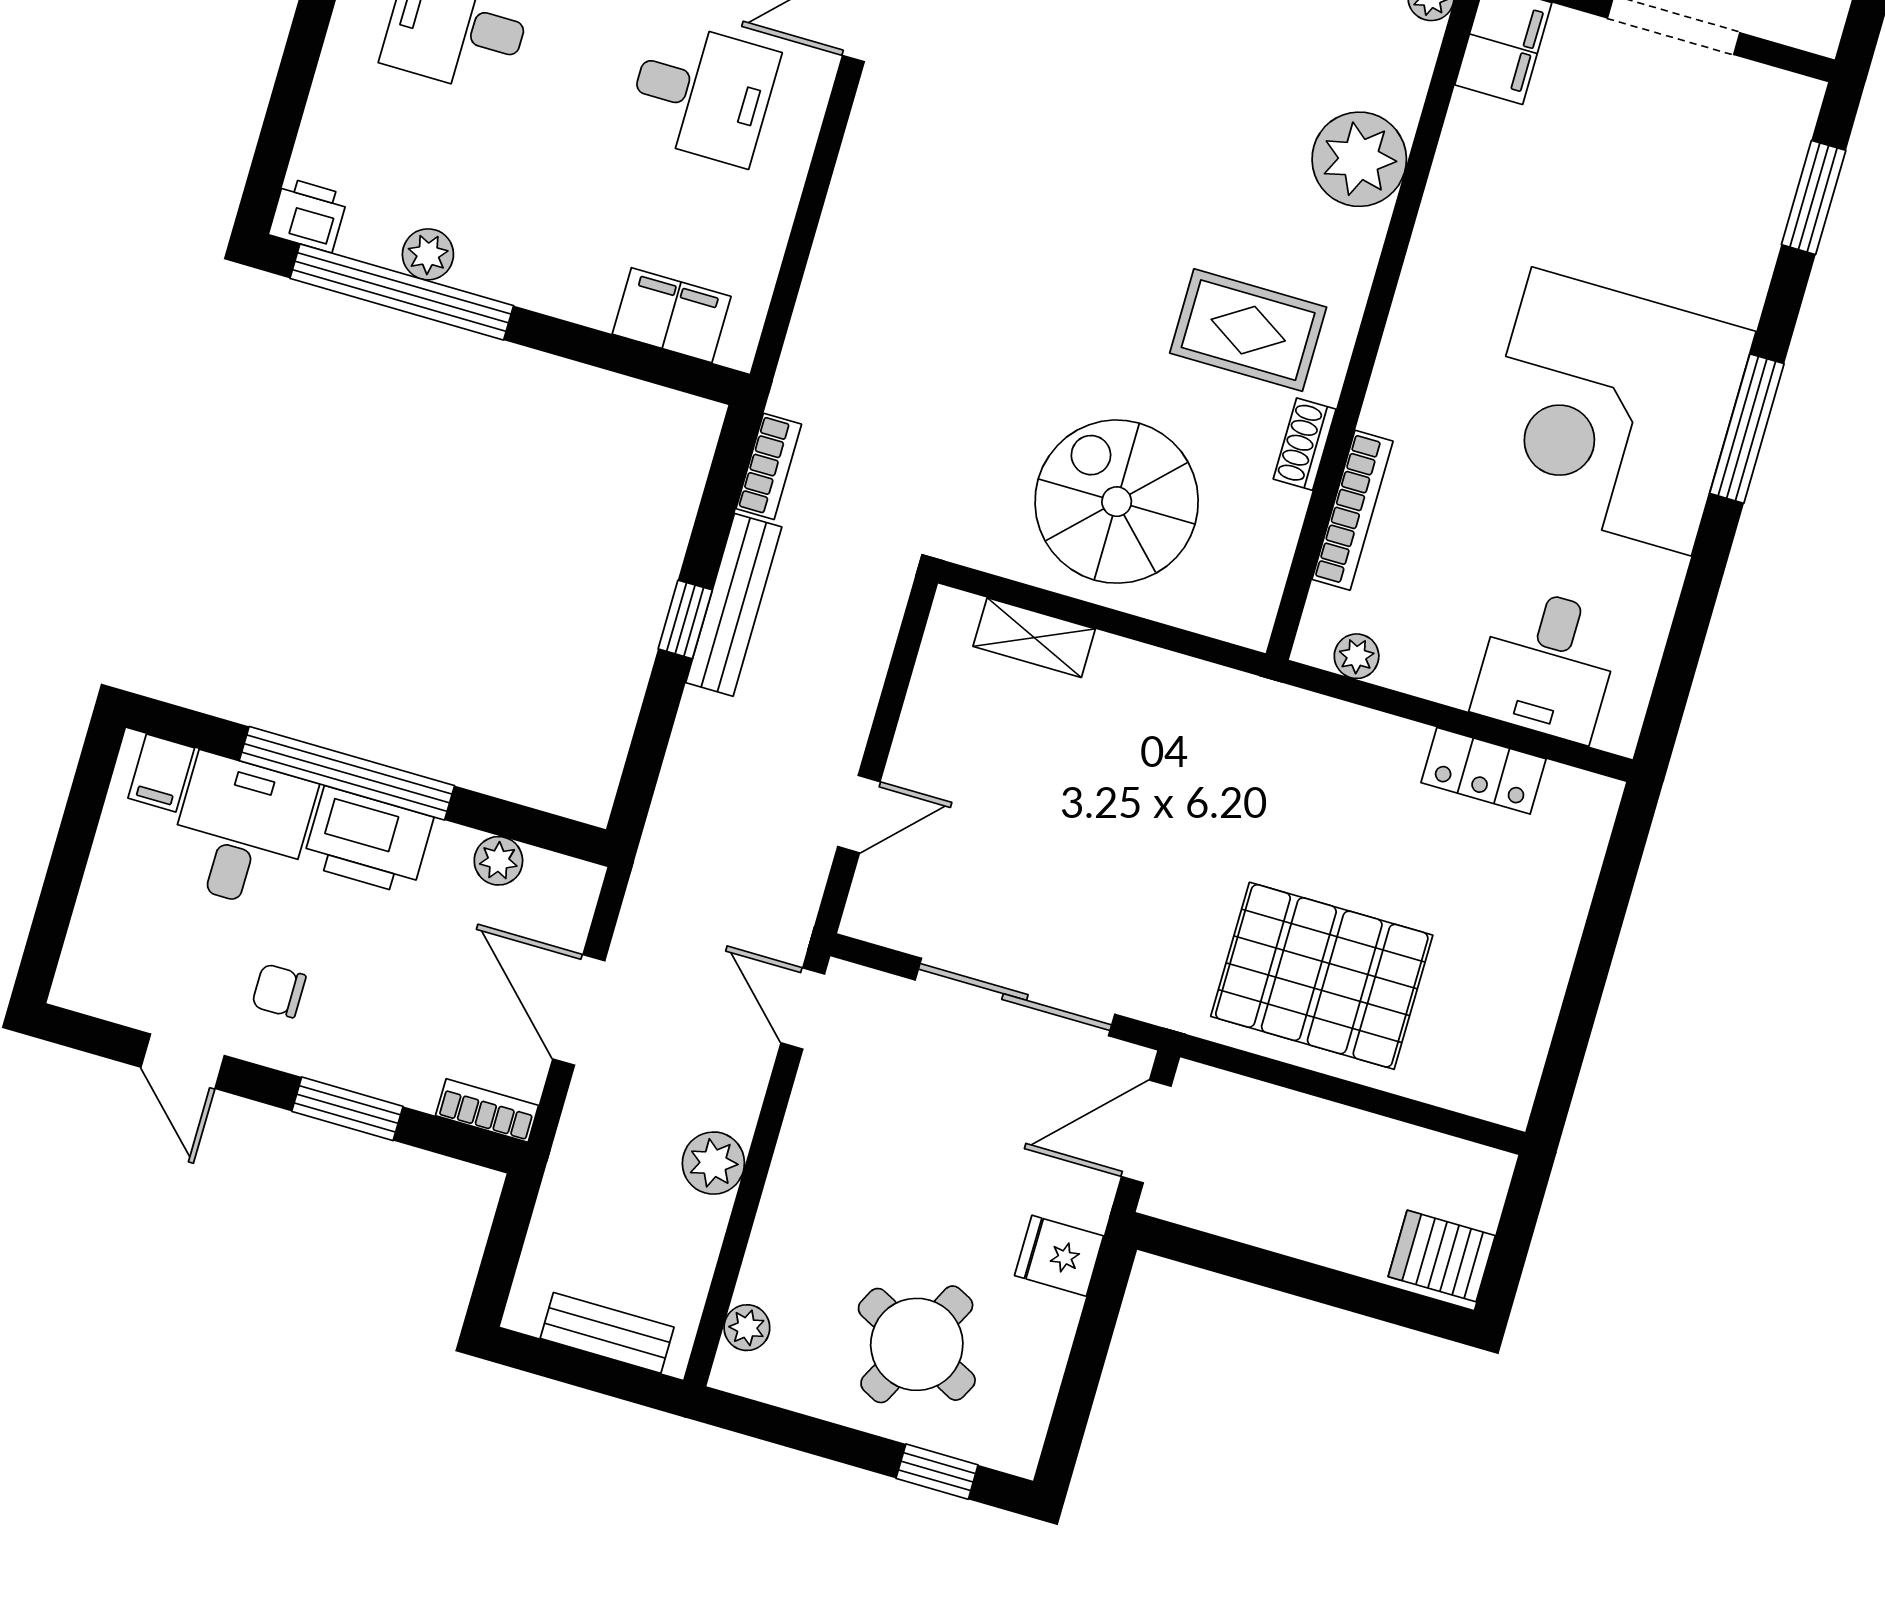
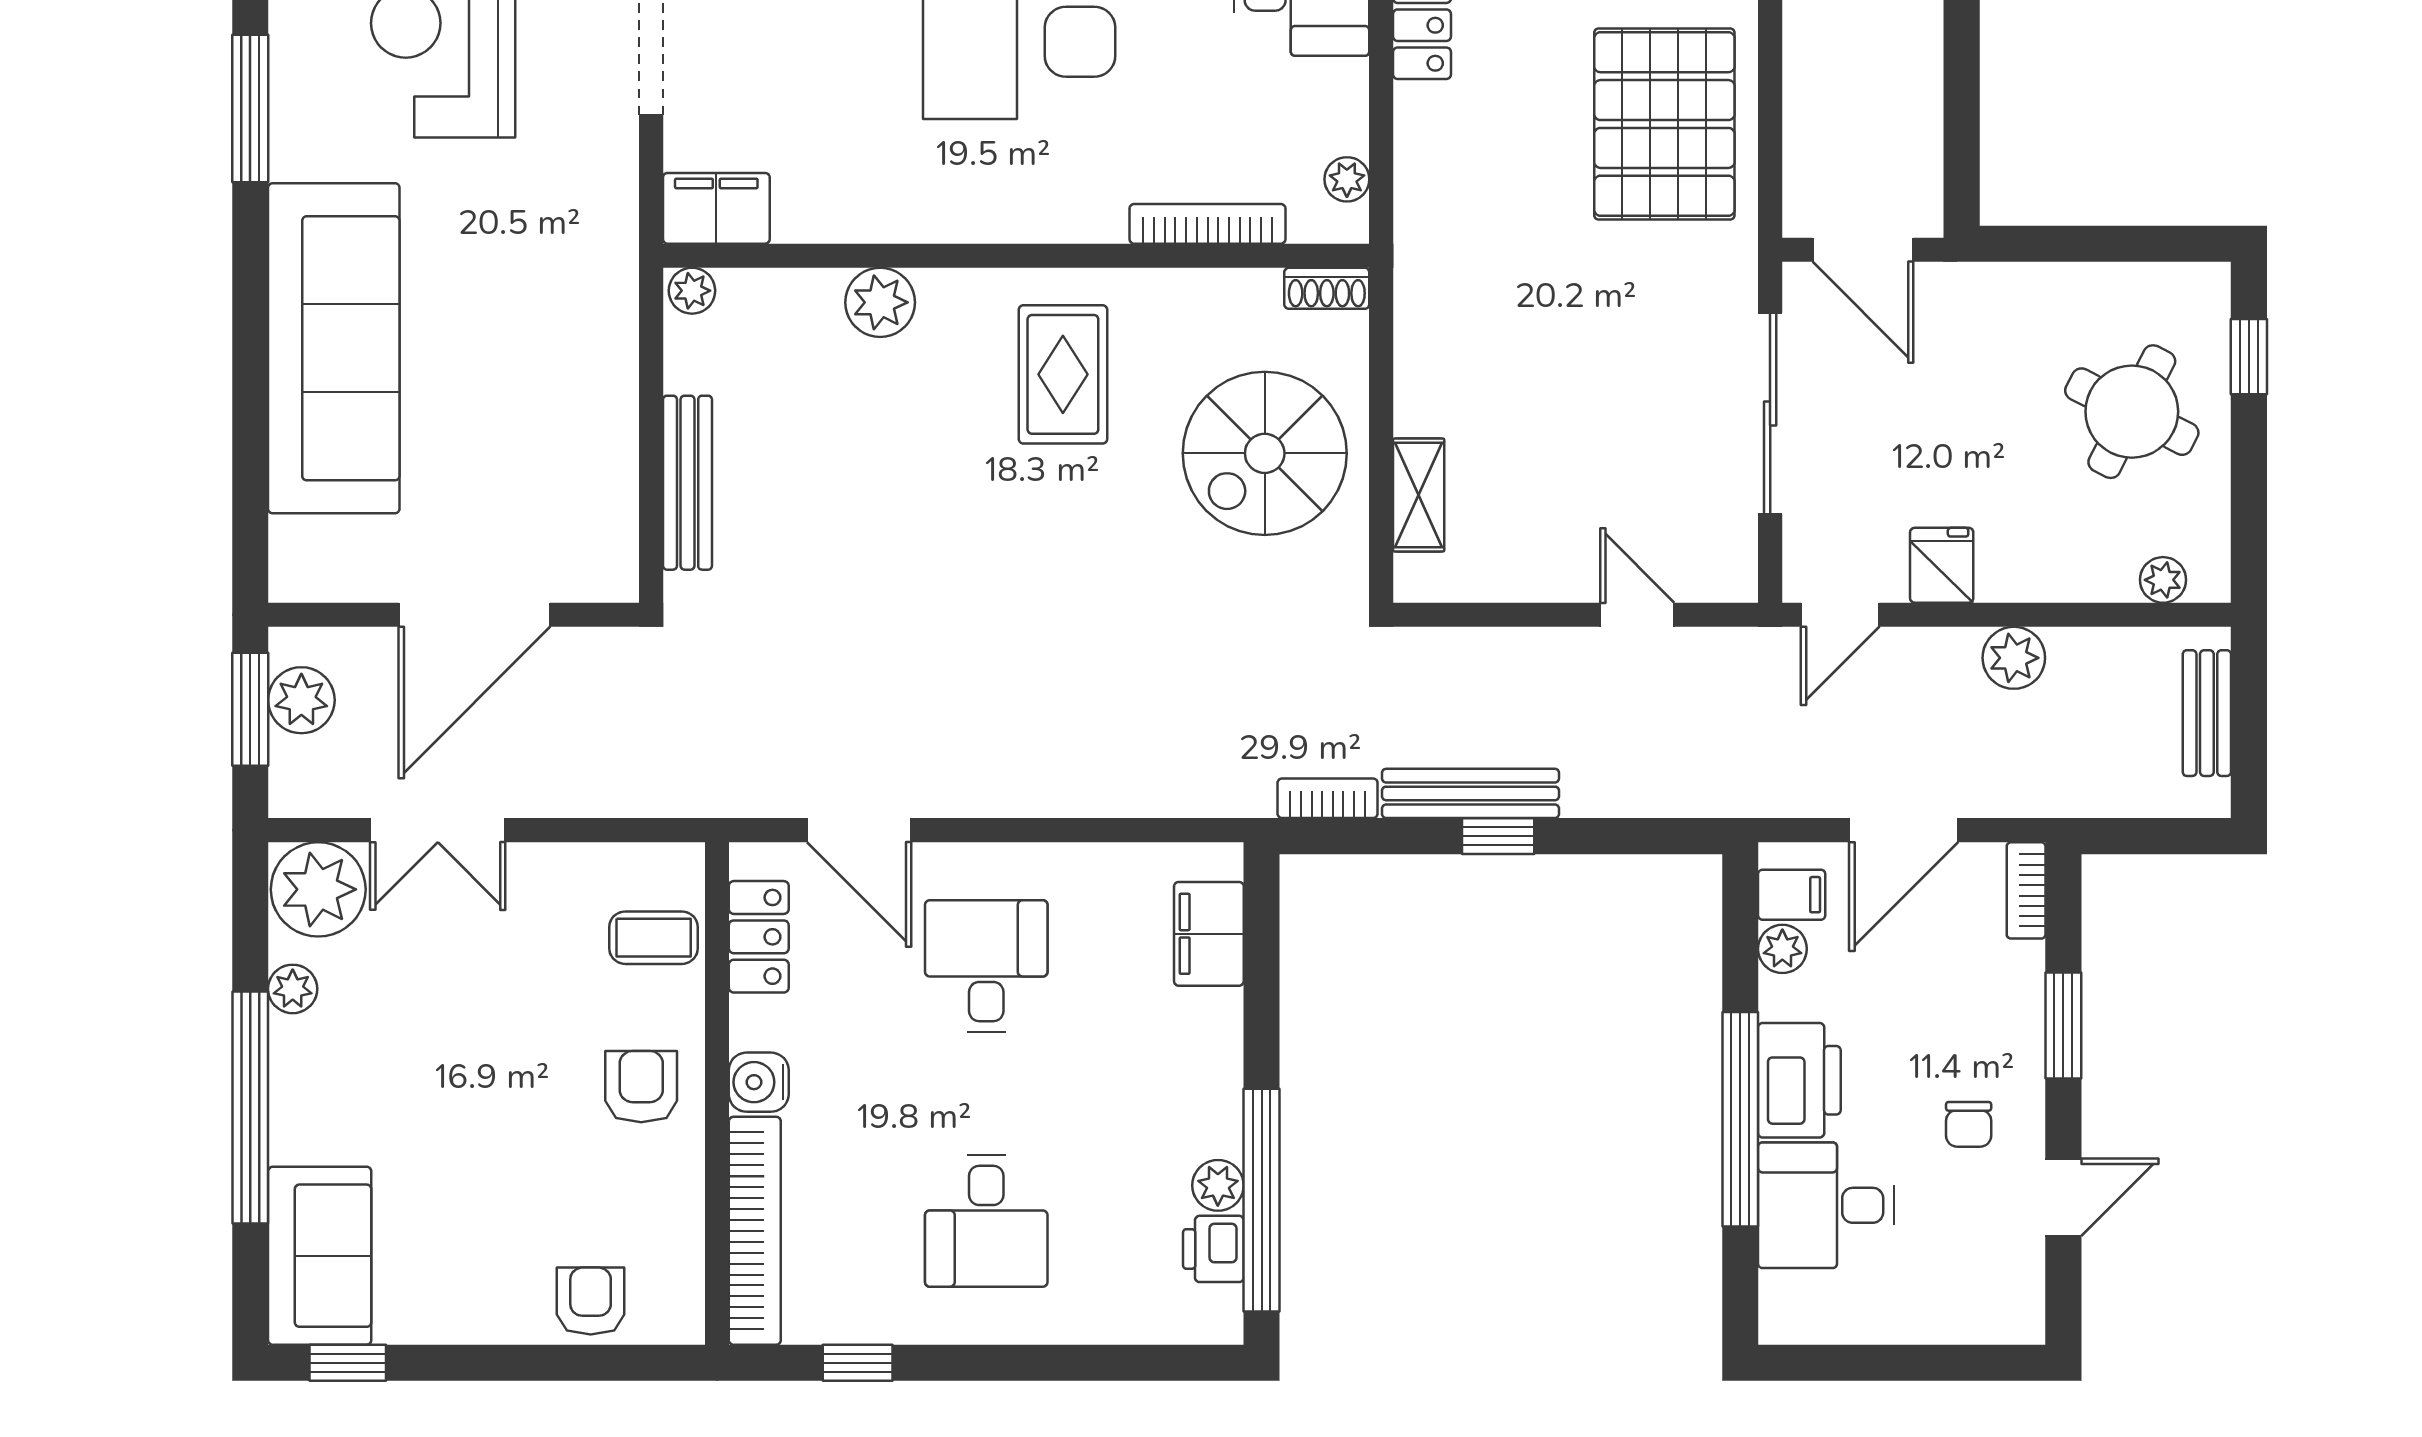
plant: (1359, 159) -> (880, 302), width x0.73, depth x0.73
printer: (308, 215) -> (1213, 1249), moved
shoe rack: (1305, 444) -> (1327, 288), moved
filing cabinet: (161, 773) -> (1792, 895), moved
fridge: (1059, 1256) -> (1942, 565), moved, turned 180

